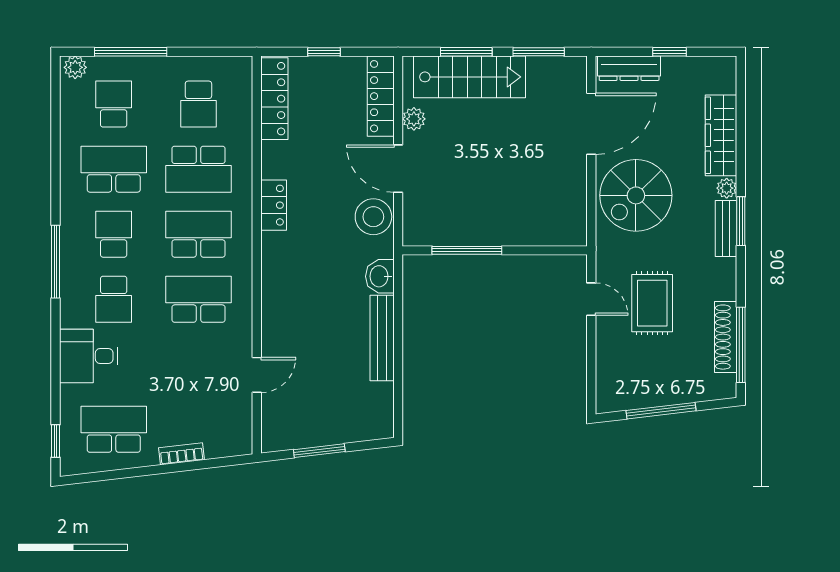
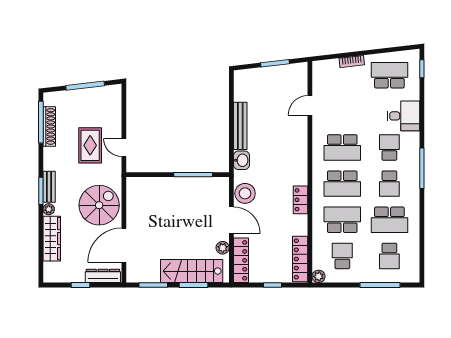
plant: (75, 67) -> (319, 276), moved
school desk: (114, 429) -> (389, 75), turned 180

